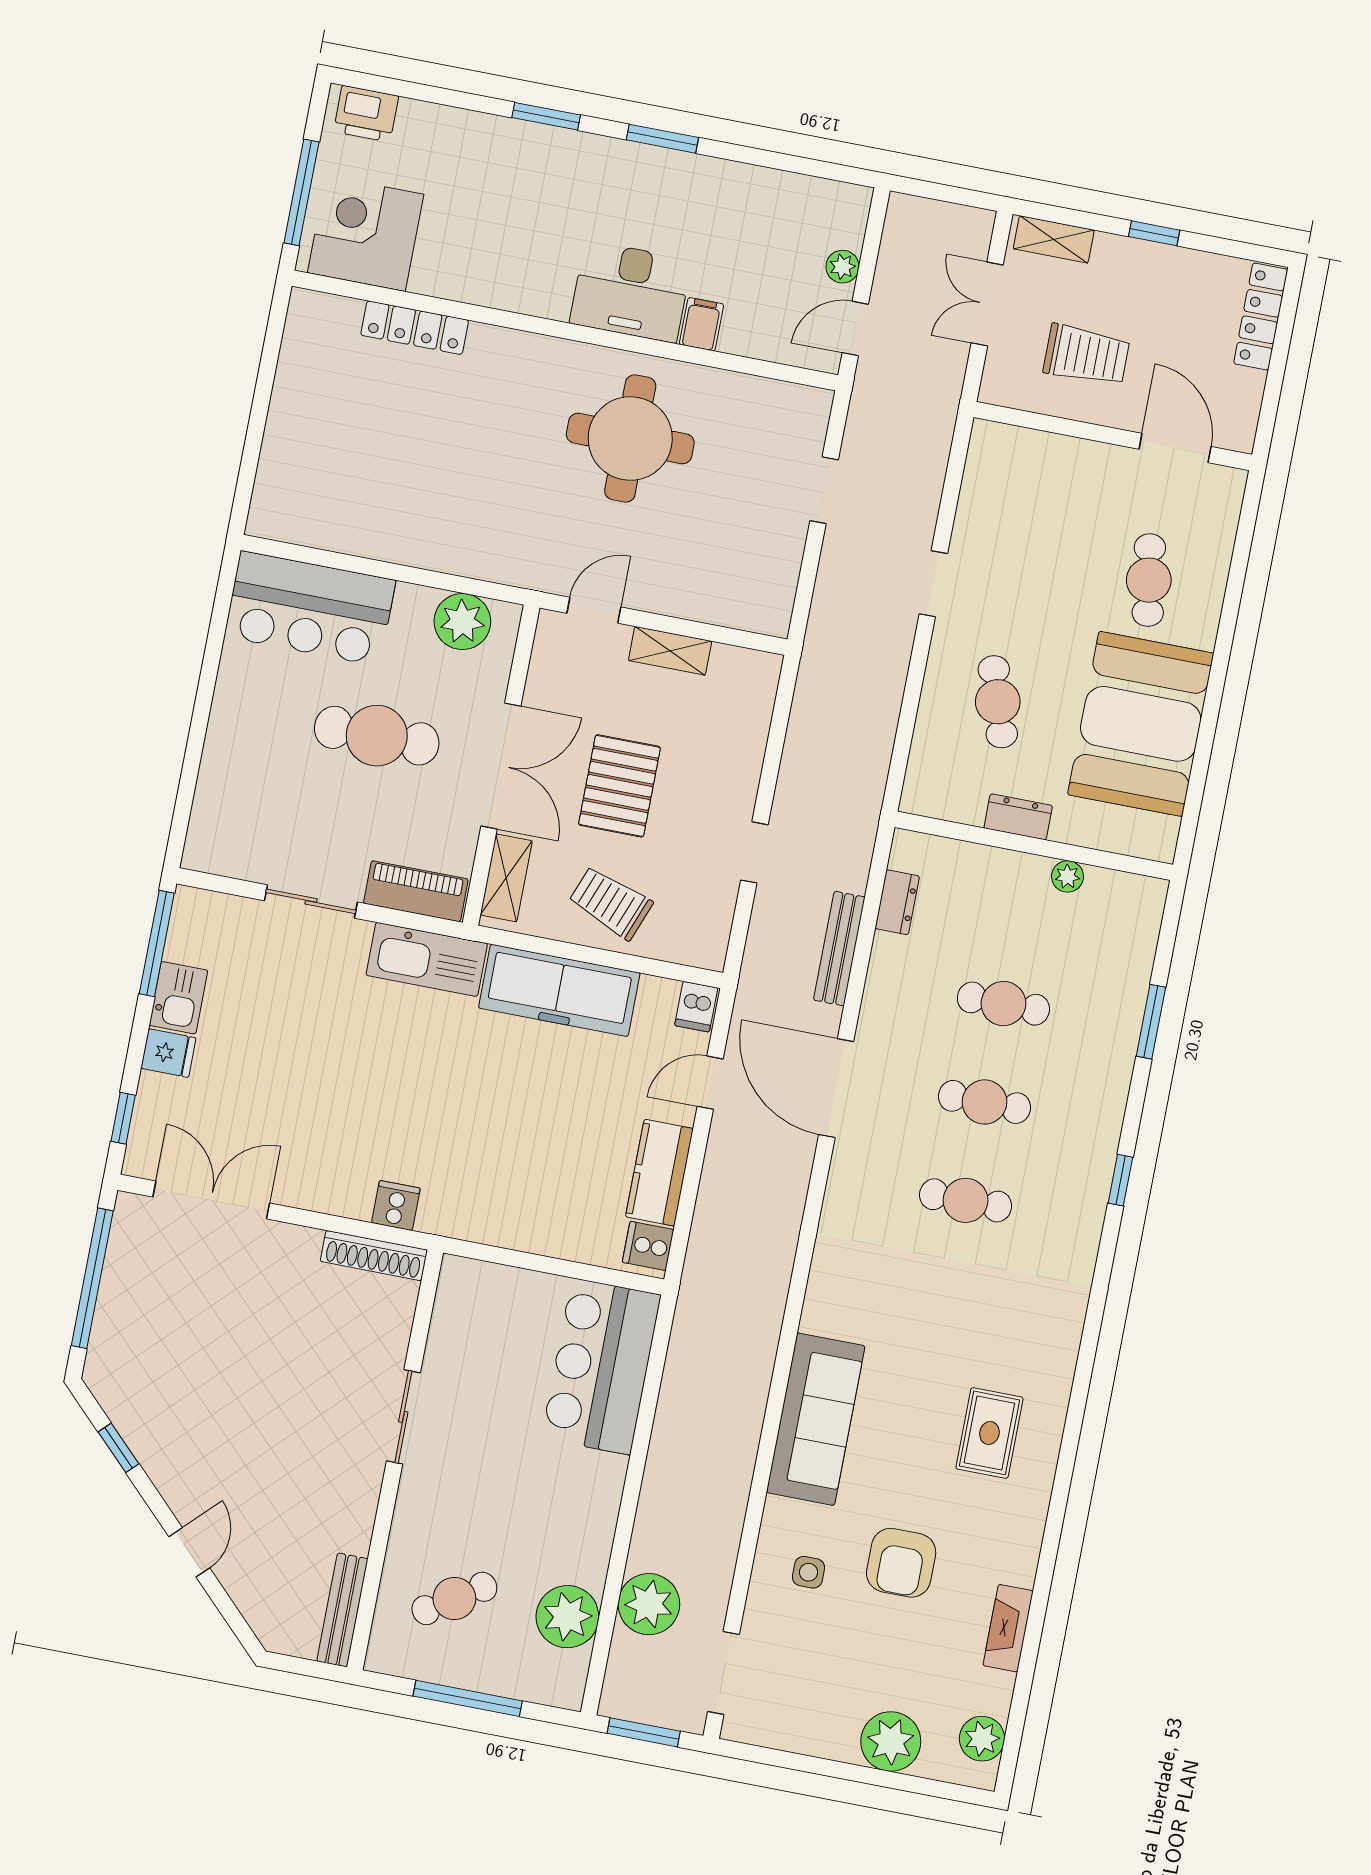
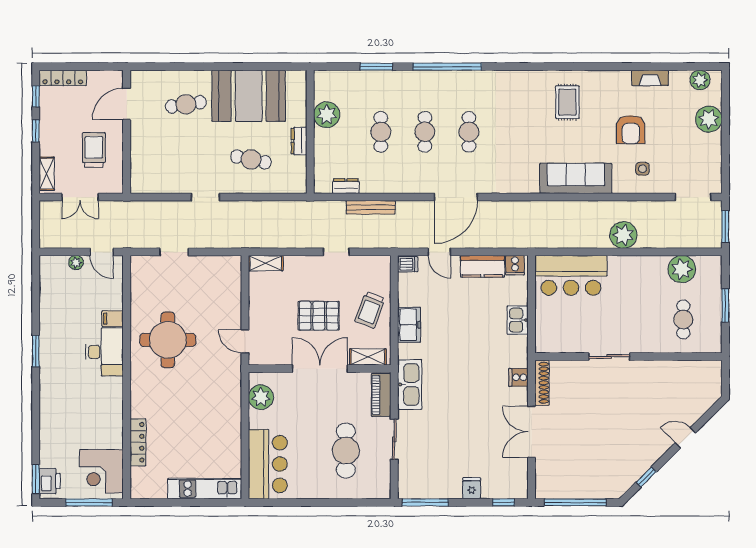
window: (546, 116) -> (36, 479), moved
window: (1231, 248) -> (36, 96), added
kitchen unit: (282, 456) -> (204, 489), added
shelving: (670, 651) -> (266, 263), moved, turned 90
cafe table: (998, 702) -> (251, 159), turned 30
cafe table: (377, 736) -> (346, 451), moved
plant: (1067, 876) -> (327, 115), width x1.88, depth x1.88
freezer: (559, 990) -> (409, 325), width x0.52, depth x0.79
kitchen sink: (178, 998) -> (518, 320), moved, turned -90
door: (836, 1088) -> (456, 197), moved
window: (1120, 1180) -> (447, 67), width x3.17
double door: (211, 1200) -> (531, 432), moved
rug: (989, 1433) -> (567, 102), turned 90
armchair: (901, 1563) -> (631, 130), turned 90
cafe table: (454, 1598) -> (683, 319), turned 33
plant: (649, 1604) -> (623, 235), moved
bench: (342, 1610) -> (698, 367), removed
window: (468, 1698) -> (725, 305), width x0.69

